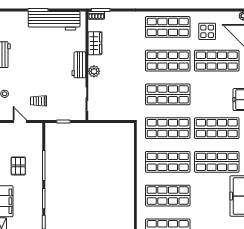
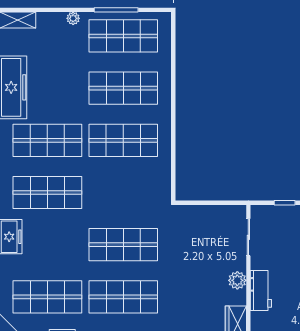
shop shelf: (168, 128) -> (123, 192), removed

